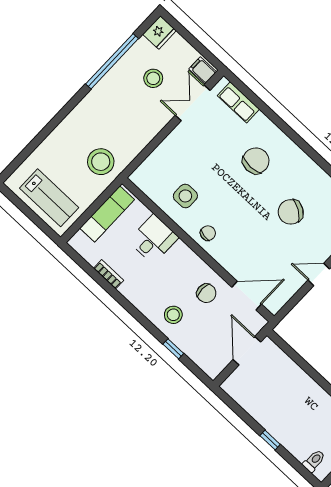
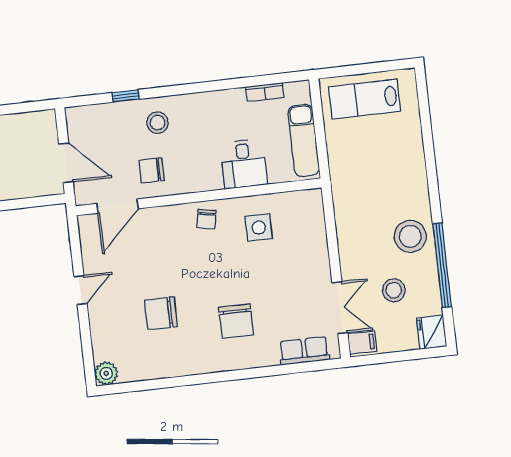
stool: (101, 162) -> (410, 236), moved
chair: (291, 212) -> (161, 313), turned -123
bookcase: (109, 274) -> (265, 92), moved

